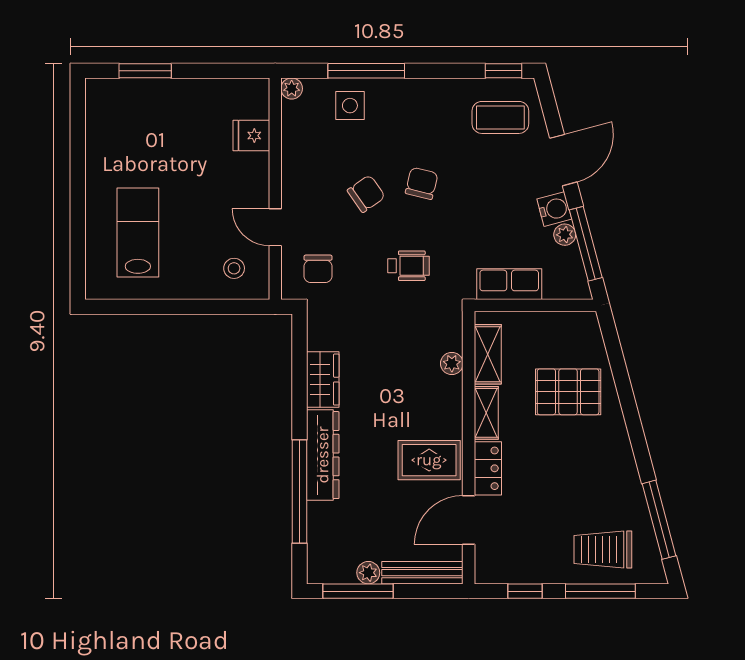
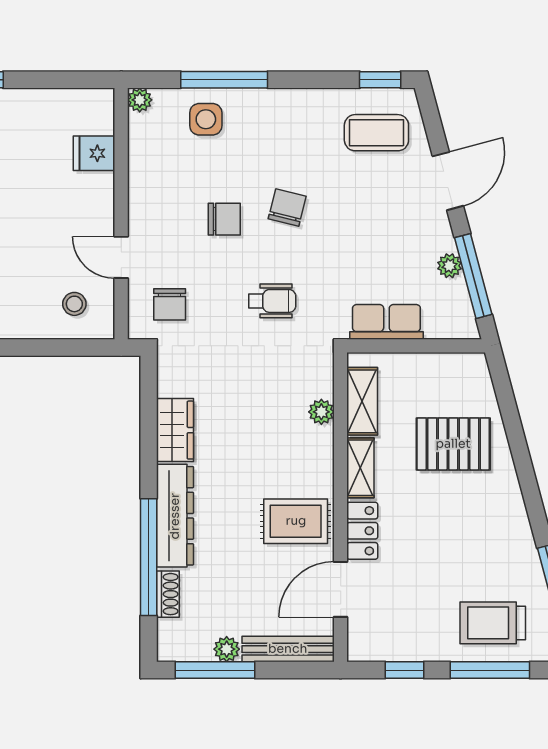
chair: (366, 194) -> (224, 219), turned 35
water cooler: (554, 209) -> (438, 237), removed
shoe rack: (317, 524) -> (168, 594), added

